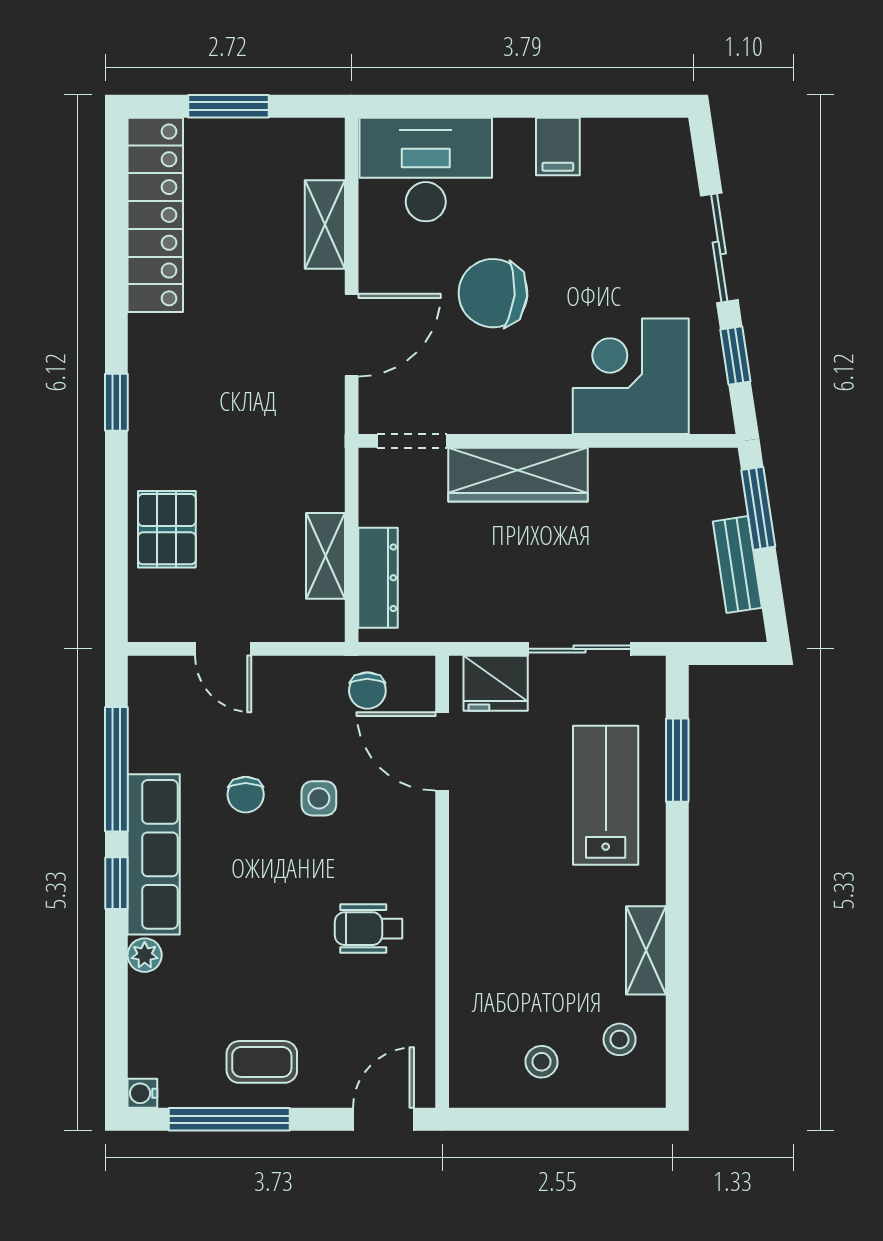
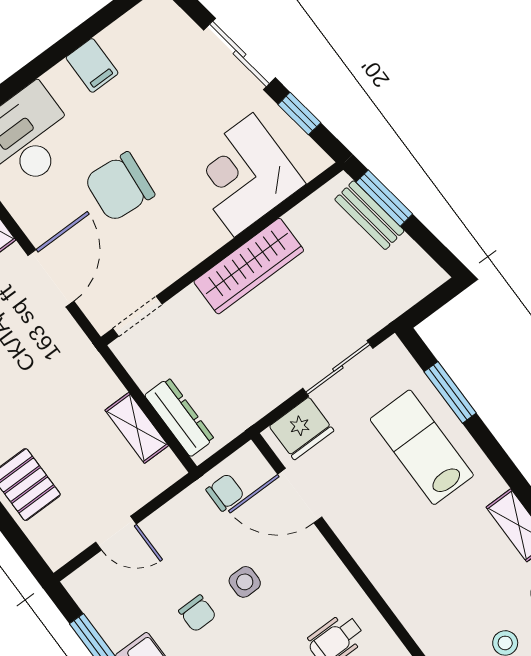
wardrobe: (518, 475) -> (249, 266), moved
bench: (737, 565) -> (369, 215), moved
chair: (367, 691) -> (225, 492), turned -90

